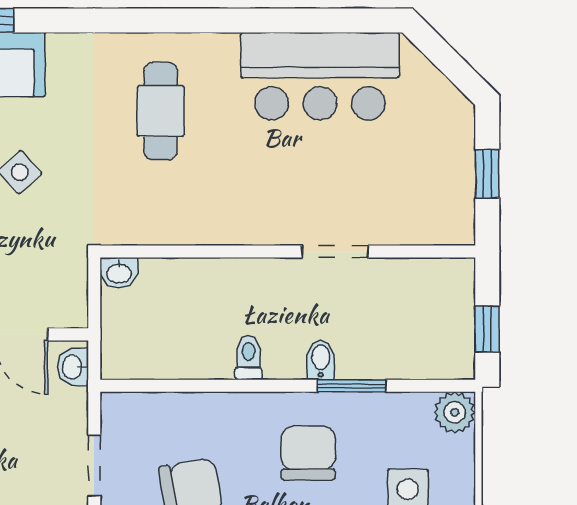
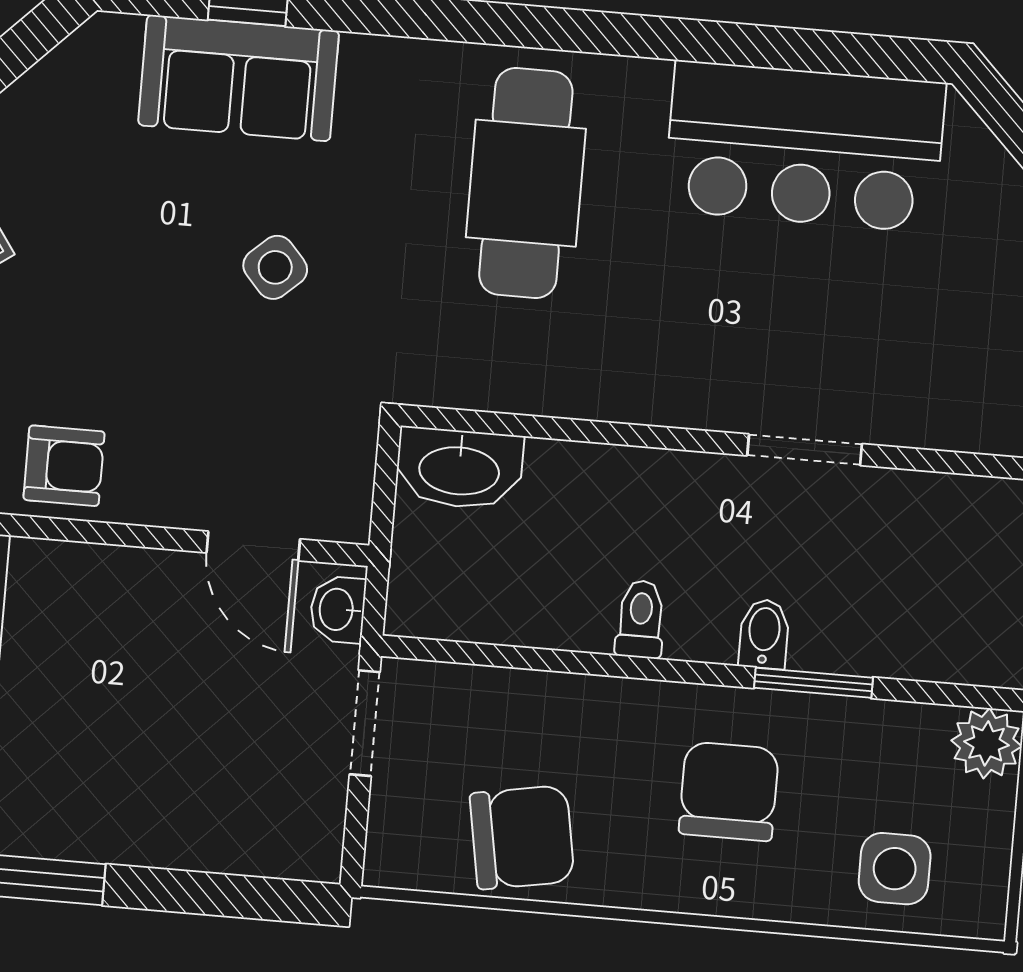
cafe table: (161, 111) -> (526, 183), width x1.37, depth x1.35
washbasin: (119, 273) -> (459, 469), width x1.91, depth x1.45
doorway: (94, 466) -> (365, 723), moved

